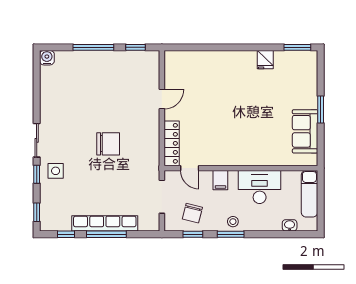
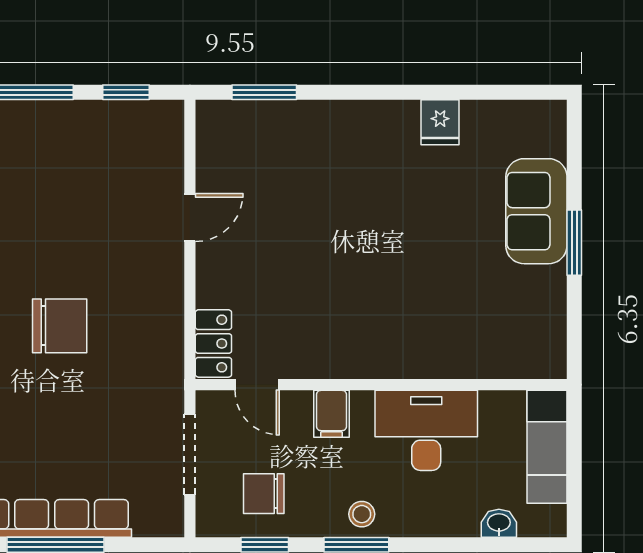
window: (297, 47) -> (264, 92), moved
sofa: (305, 131) -> (536, 211), moved
locker: (172, 143) -> (213, 343), width x0.66
chair: (192, 213) -> (264, 494), turned 76

